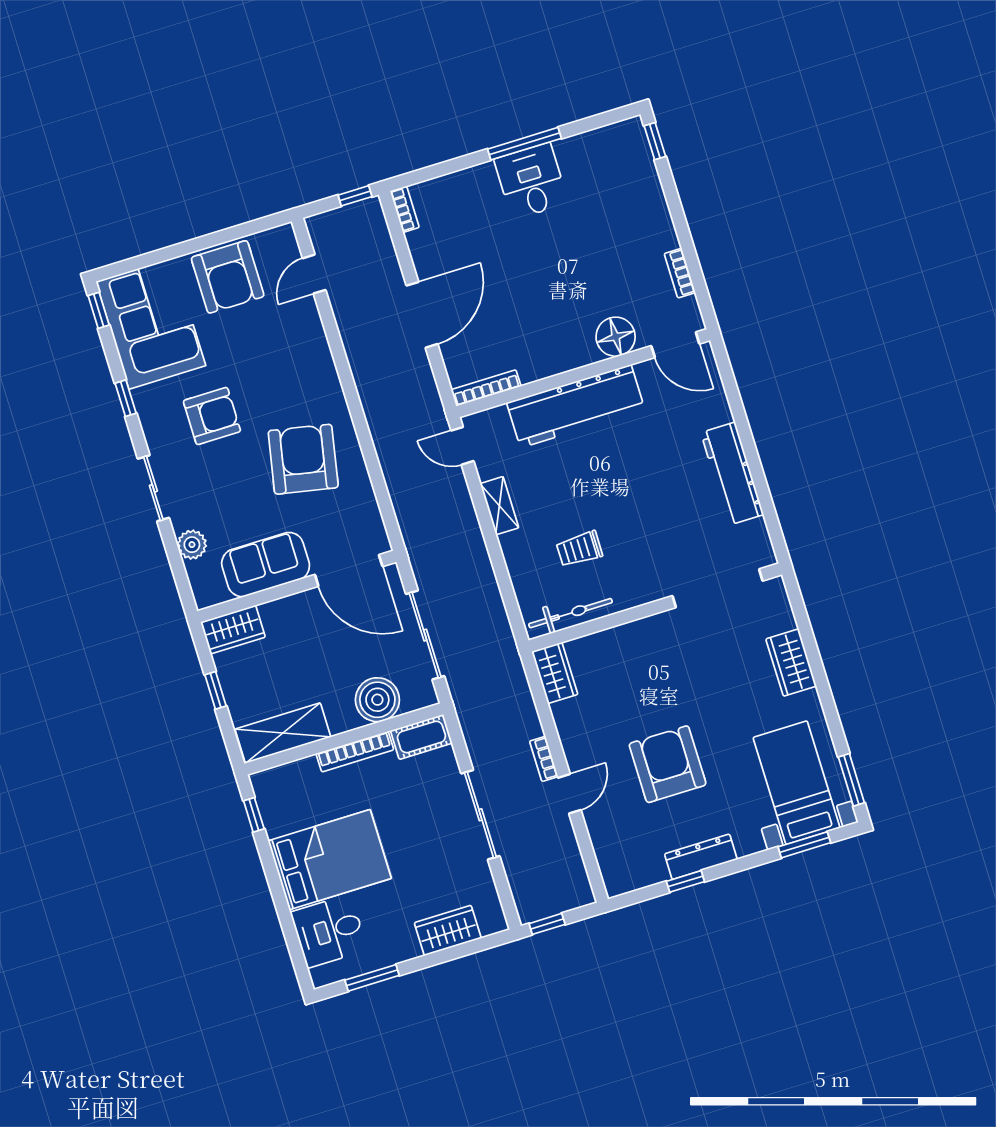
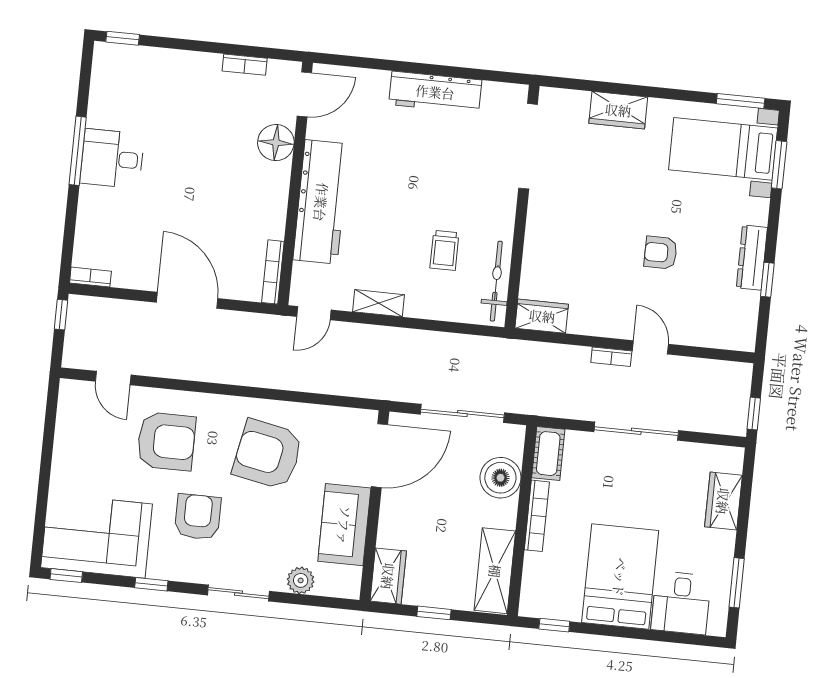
armchair: (228, 277) -> (166, 441), moved
armchair: (668, 764) -> (661, 253), width x0.53, depth x0.53

